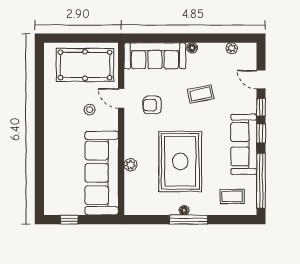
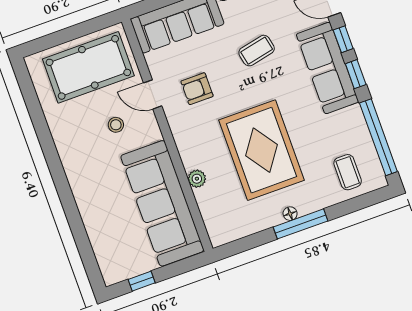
sofa: (244, 144) -> (327, 68), moved
coffee table: (232, 197) -> (348, 172), turned 90

